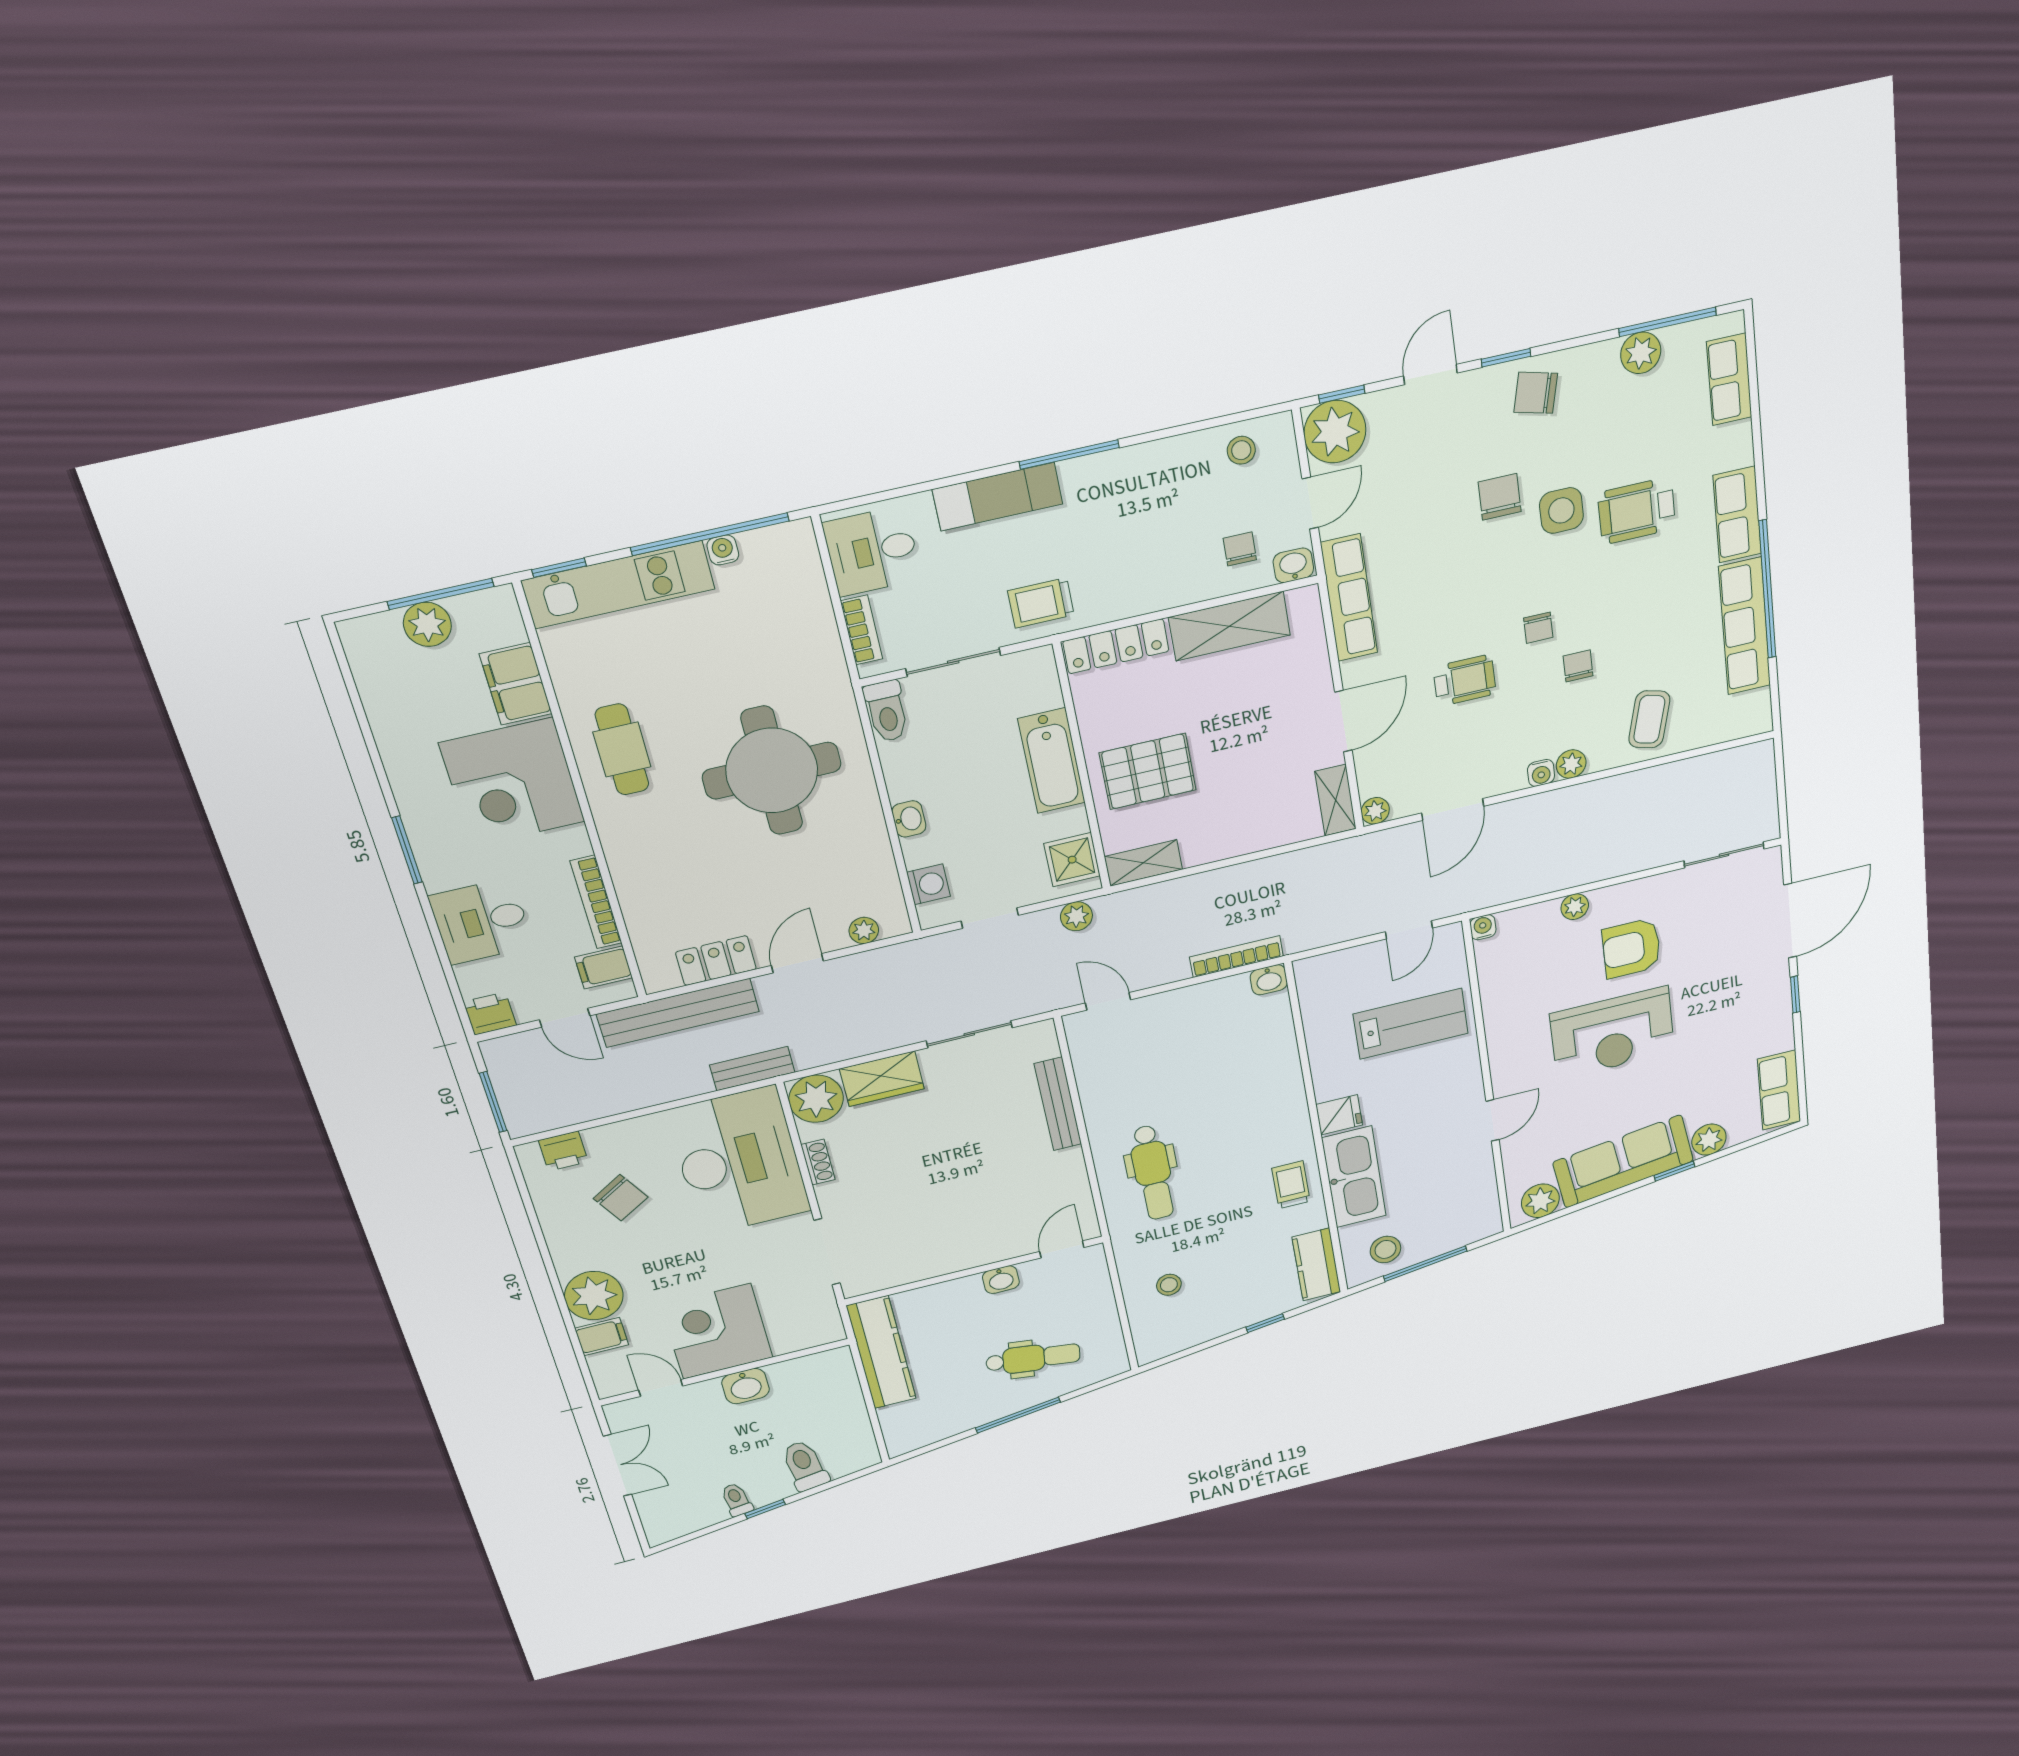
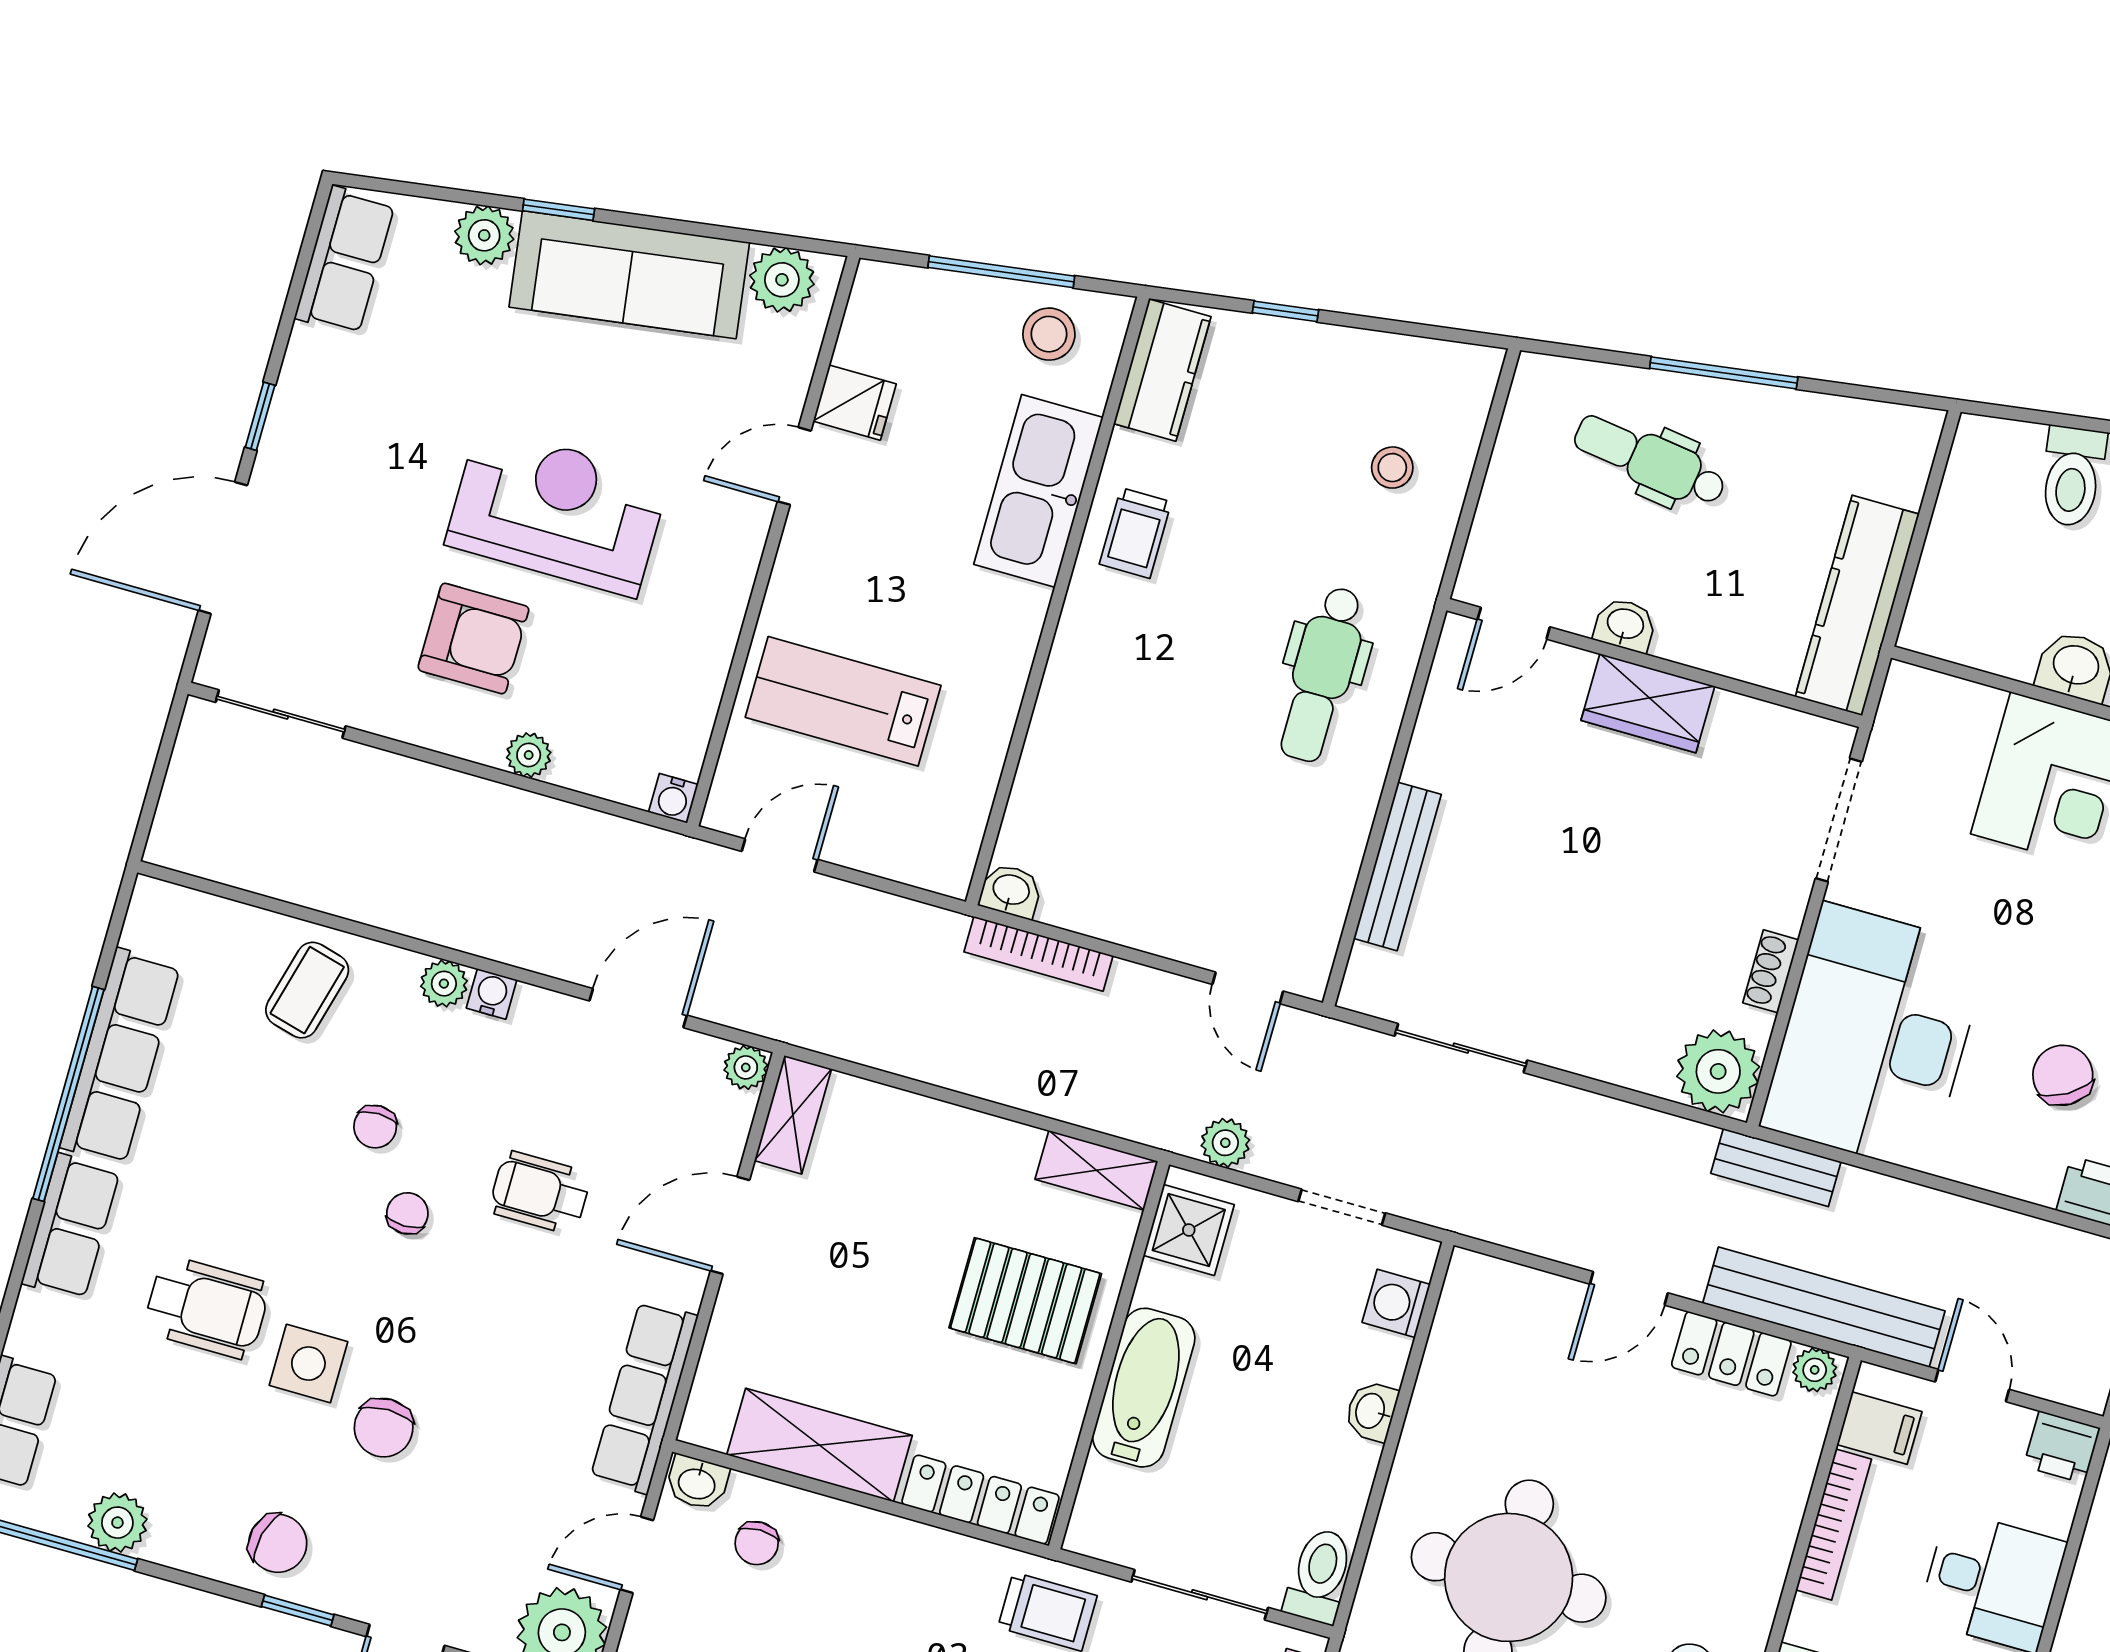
plant: (864, 930) -> (1815, 1370), moved
wardrobe: (882, 1079) -> (1648, 703), moved, turned 180
fridge: (1339, 1115) -> (855, 403), moved, turned 180
dental chair: (1153, 1173) -> (1322, 674), turned 180

